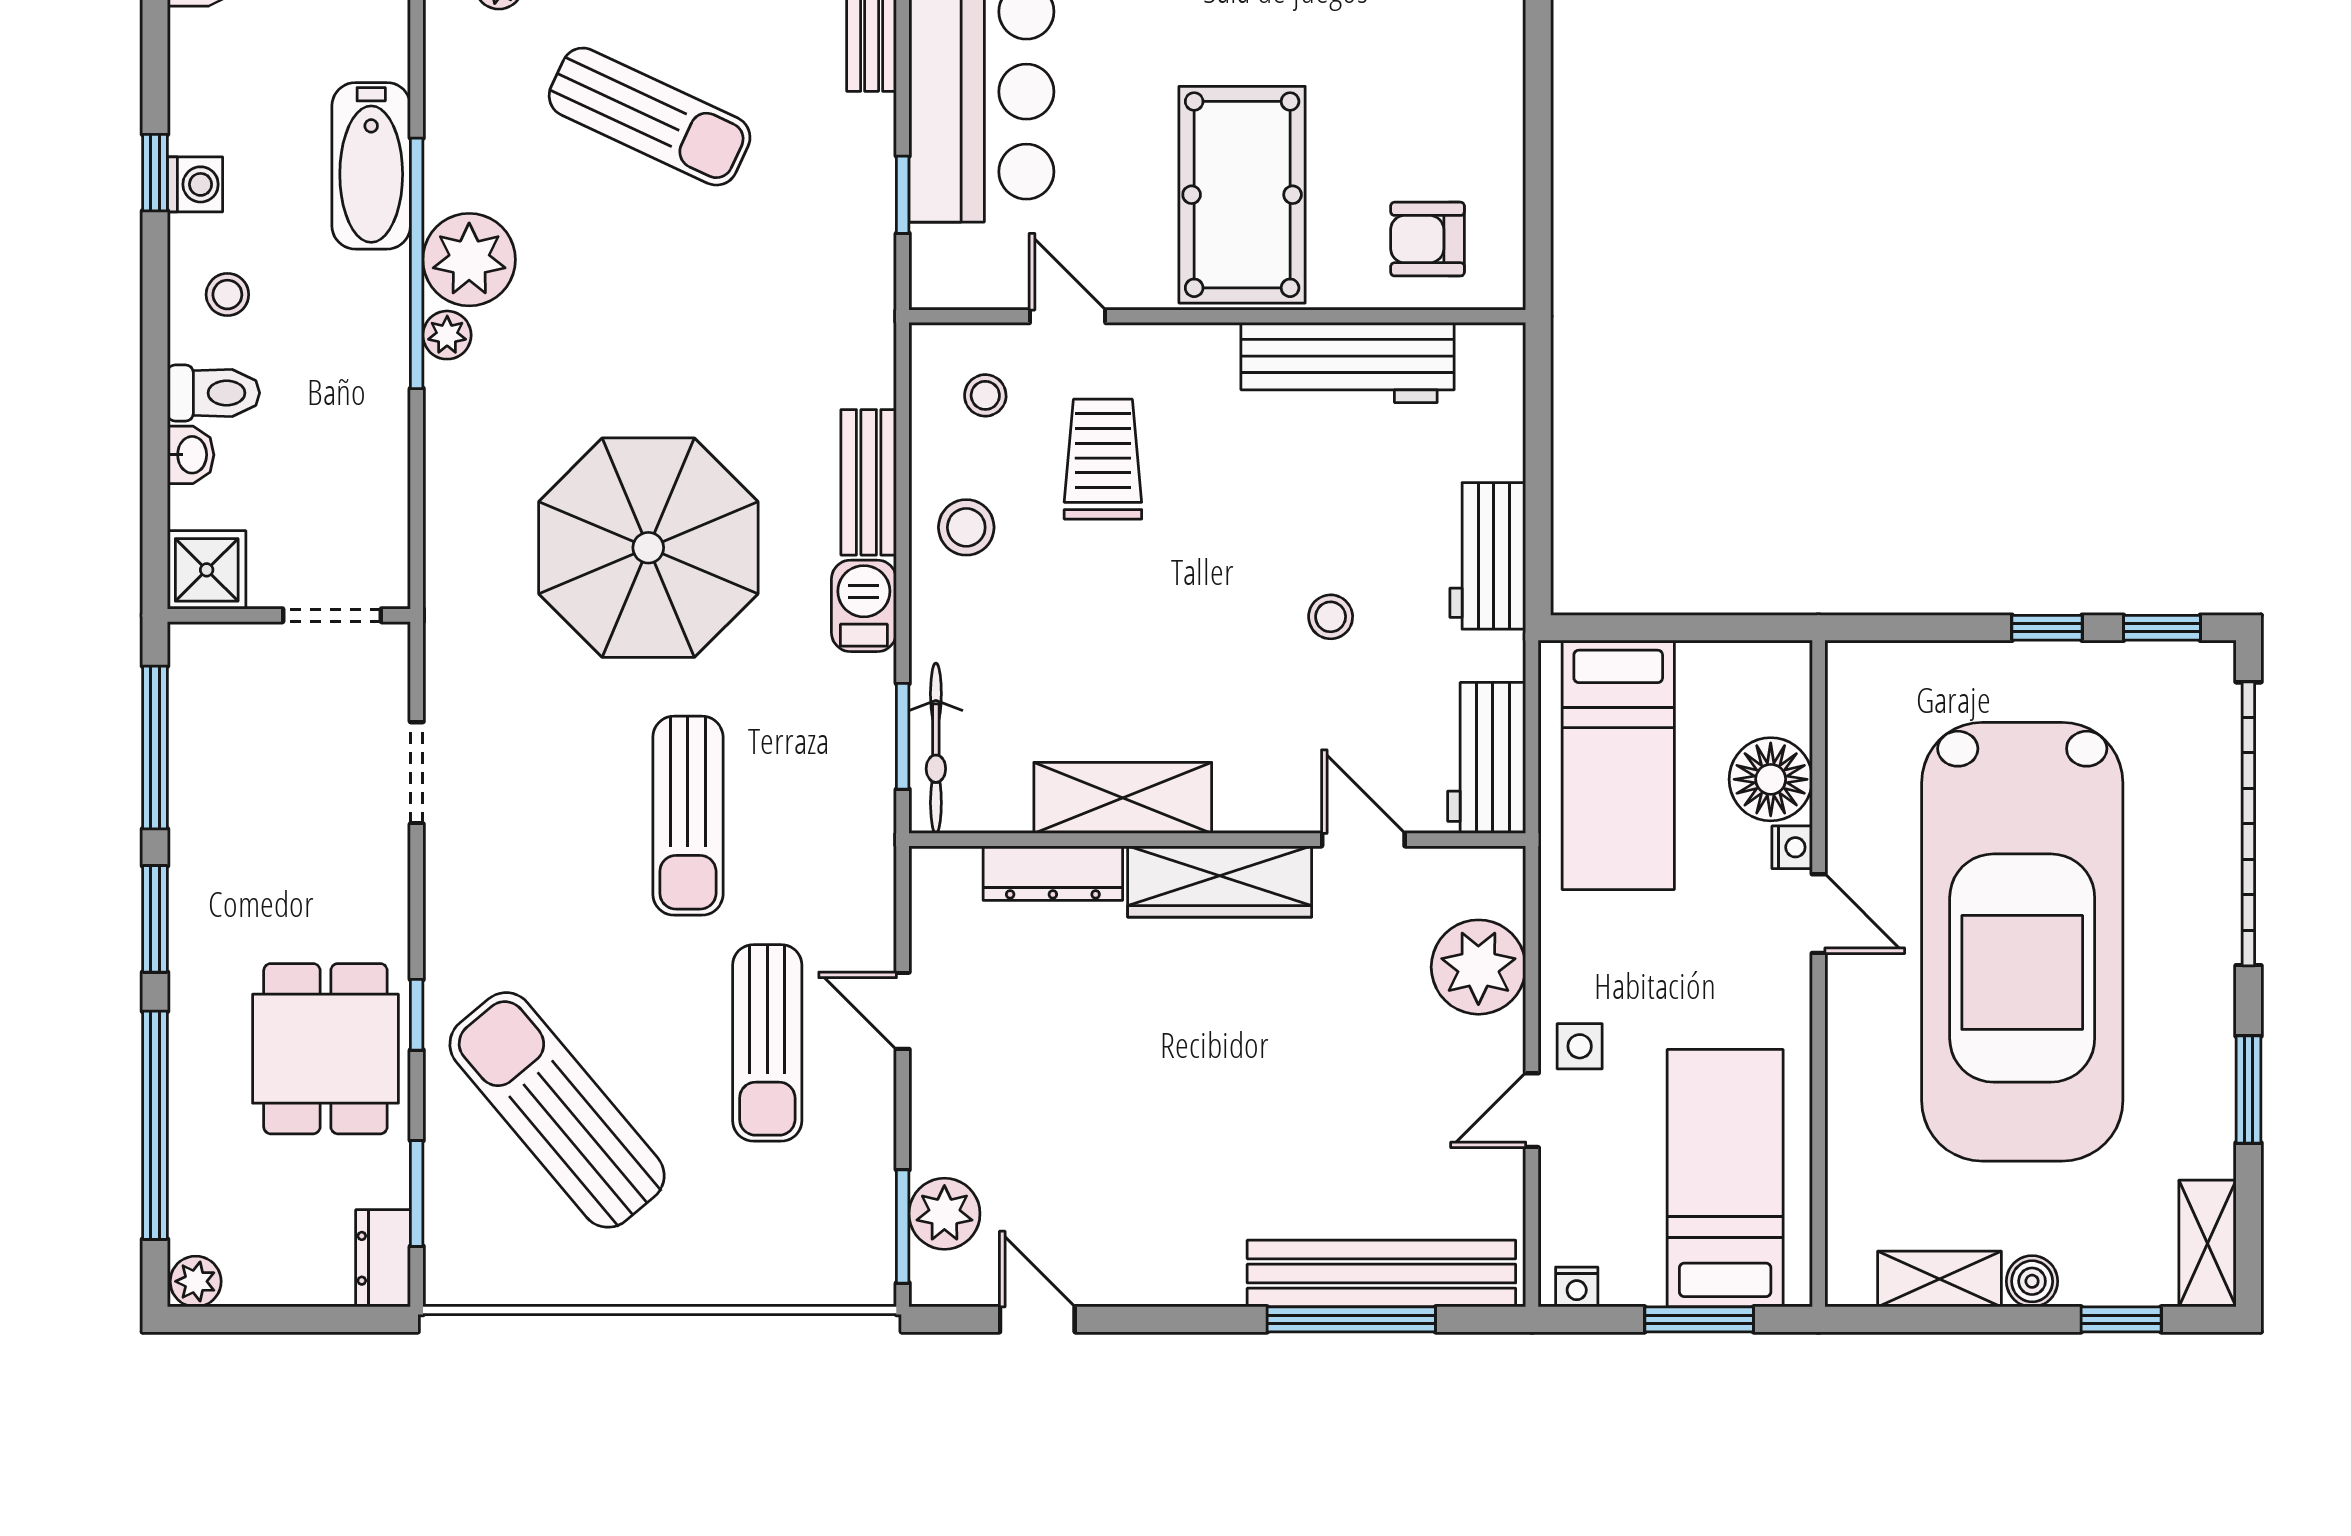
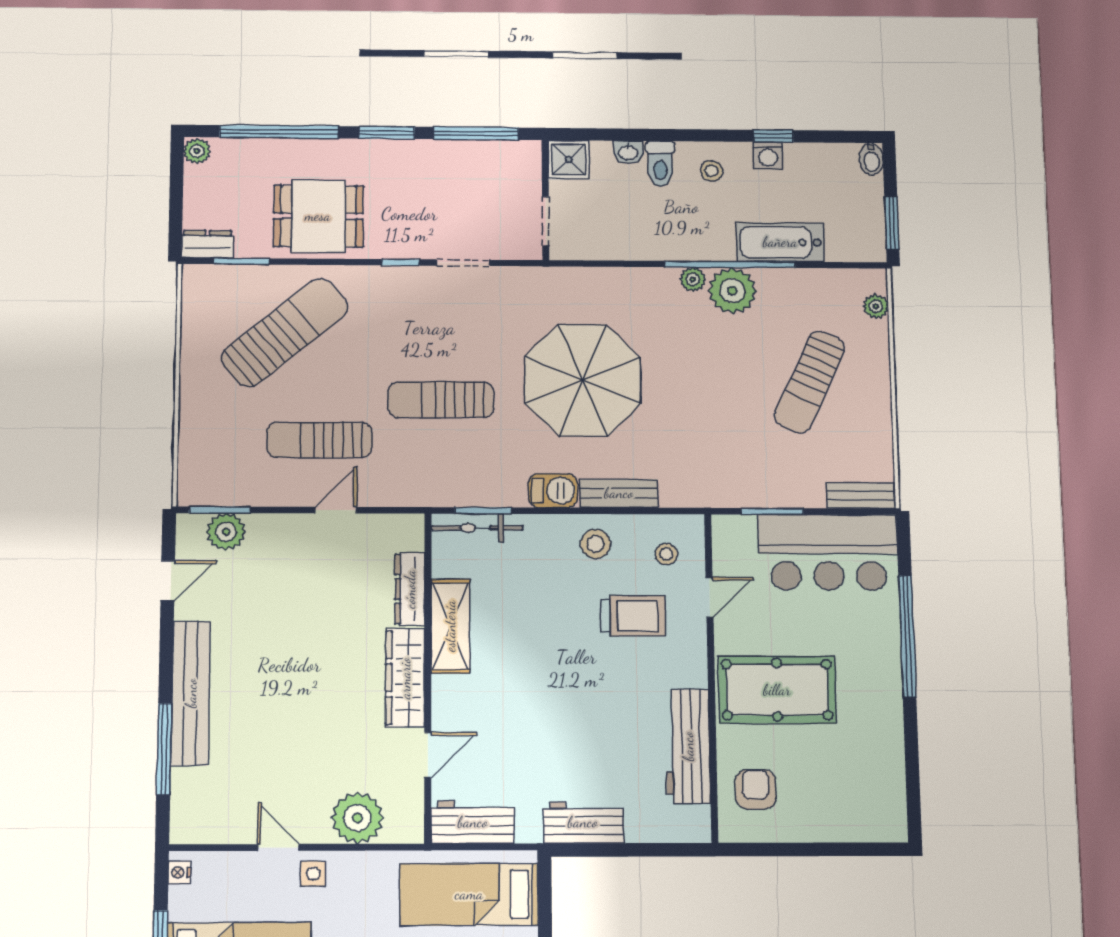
window: (903, 195) -> (772, 511), width x1.50
stool: (1331, 617) -> (549, 737), removed
window: (417, 1015) -> (401, 262), moved
bench: (1381, 1274) -> (191, 693), moved

